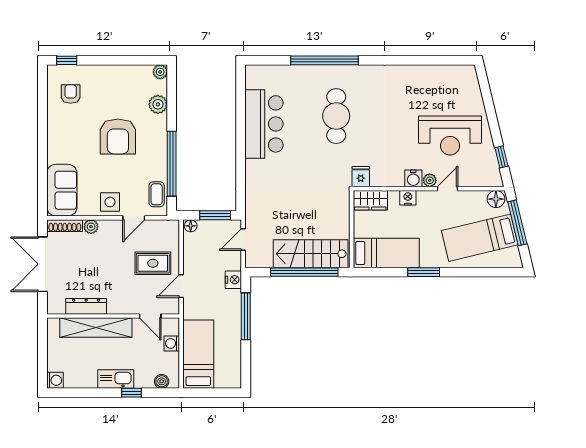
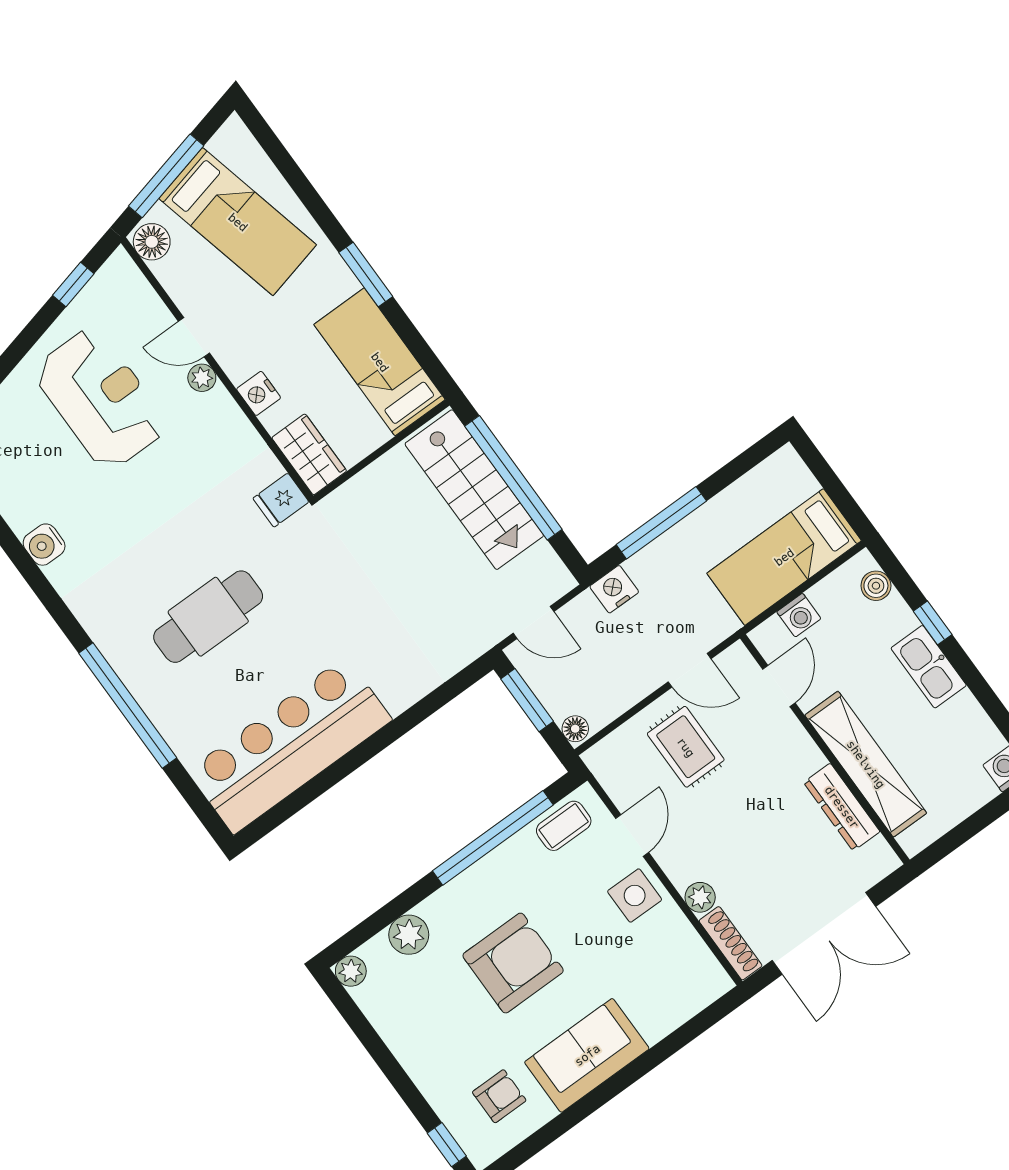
armchair: (71, 94) -> (499, 1096), turned 180
bar counter: (264, 124) -> (290, 745), width x1.36
water cooler: (413, 178) -> (44, 545), moved, turned 180
sofa: (62, 190) -> (587, 1055), moved
door: (134, 218) -> (632, 835), hinge flipped

